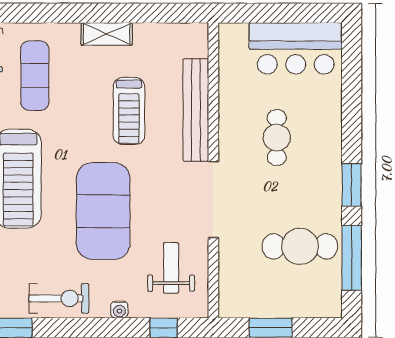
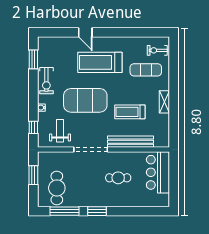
bar counter: (296, 48) -> (158, 172), moved
cafe table: (300, 246) -> (57, 188), moved
weight bench: (171, 268) -> (60, 131), turned -90

